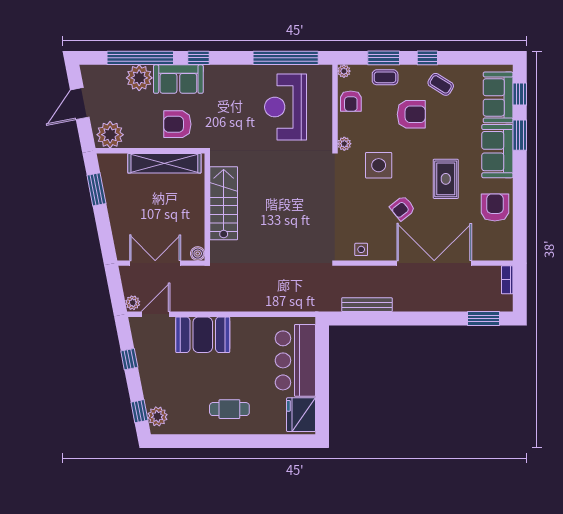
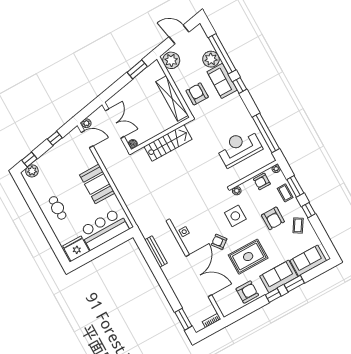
window: (520, 94) -> (273, 295), moved
rug: (446, 179) -> (248, 257), width x1.36, depth x1.43
booth: (203, 335) -> (97, 184), moved

